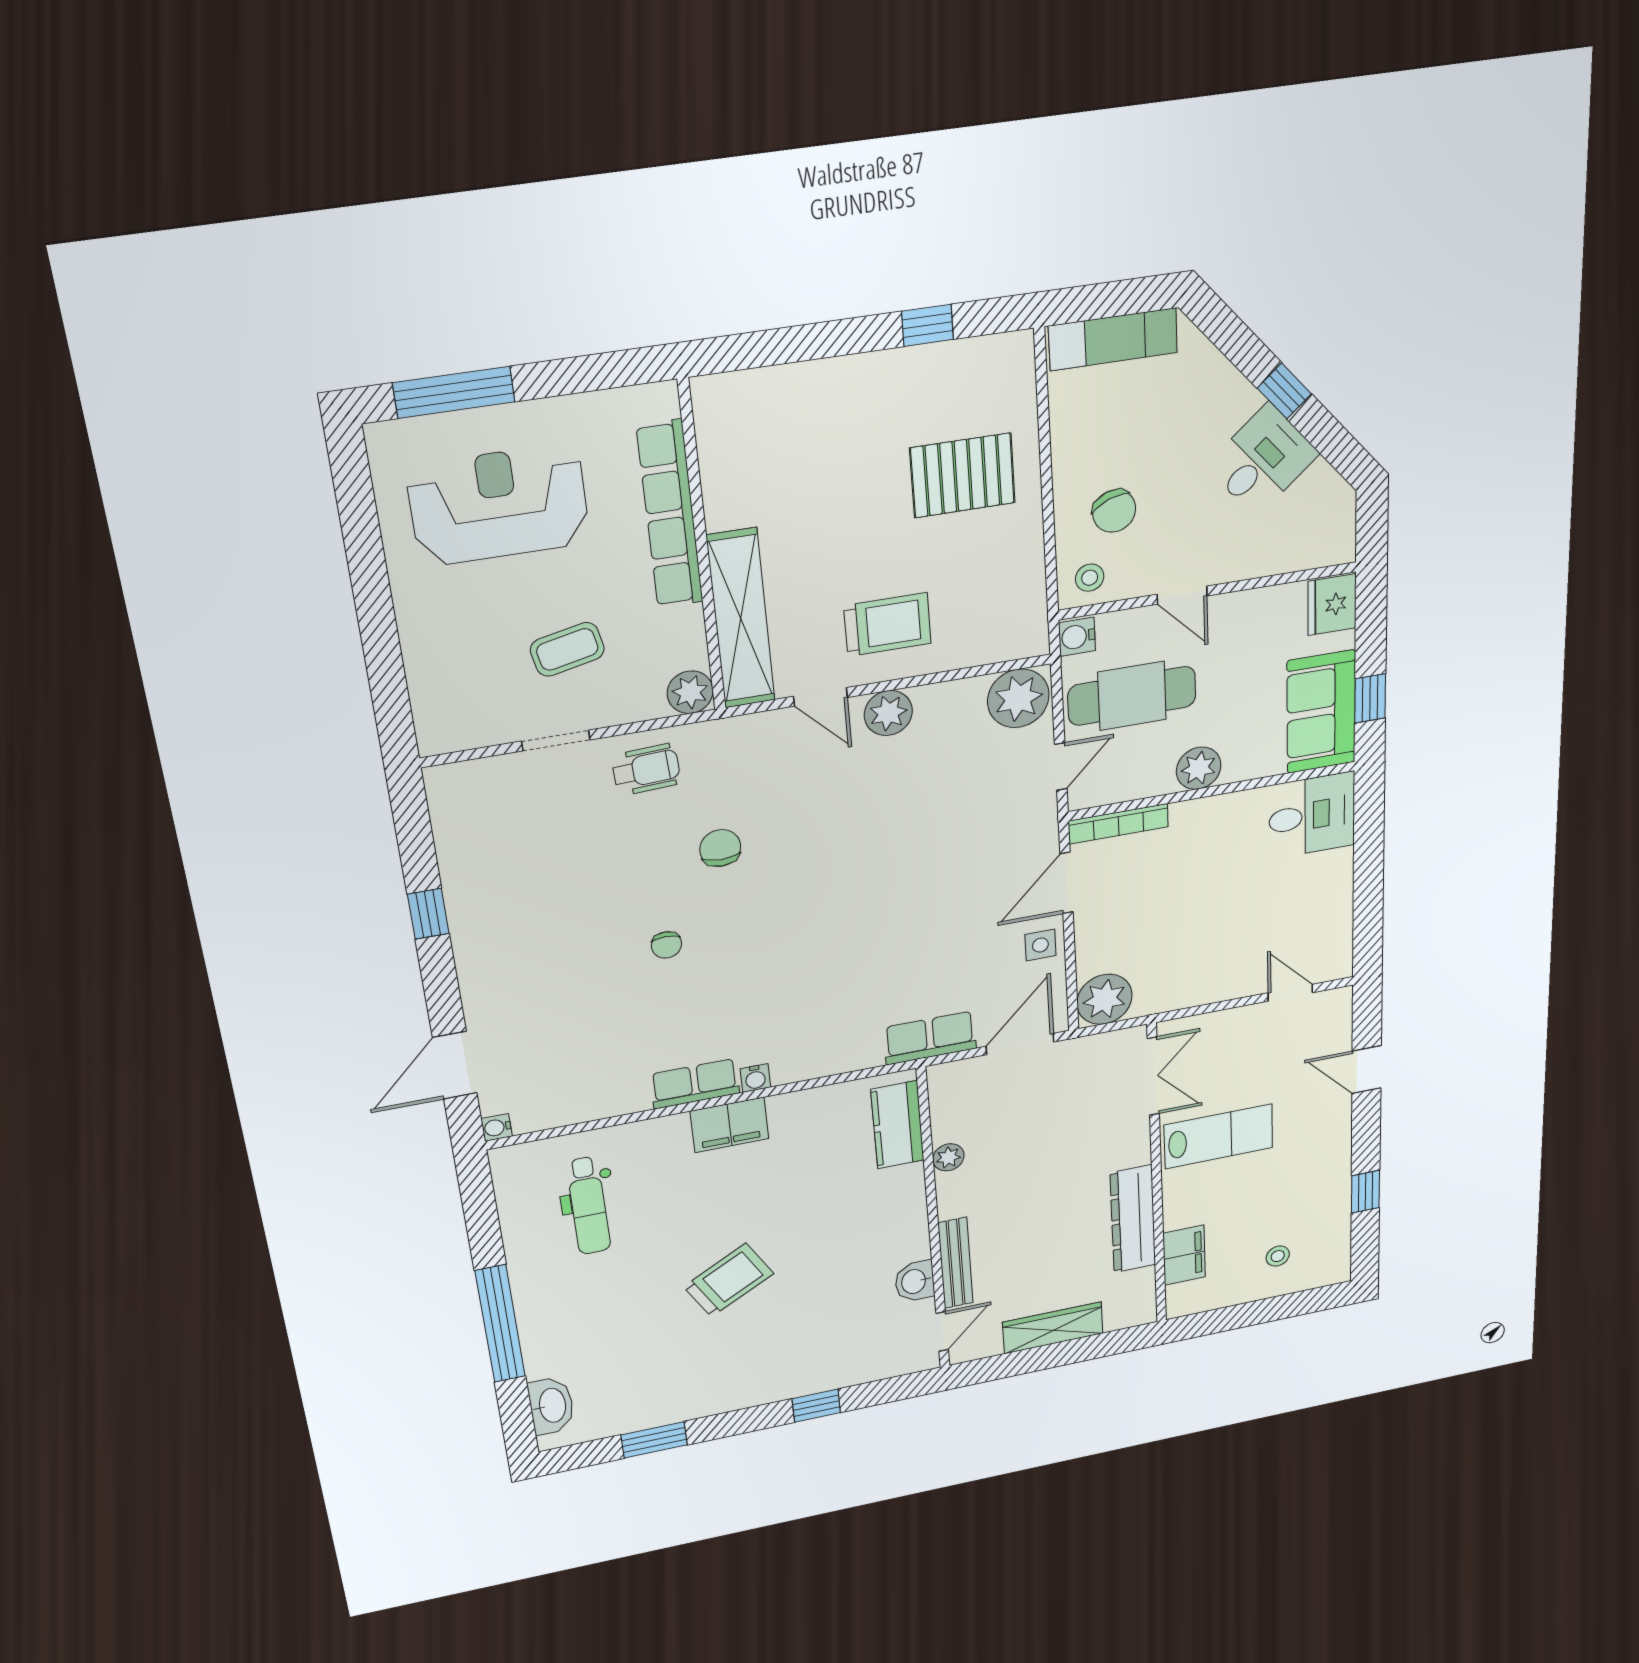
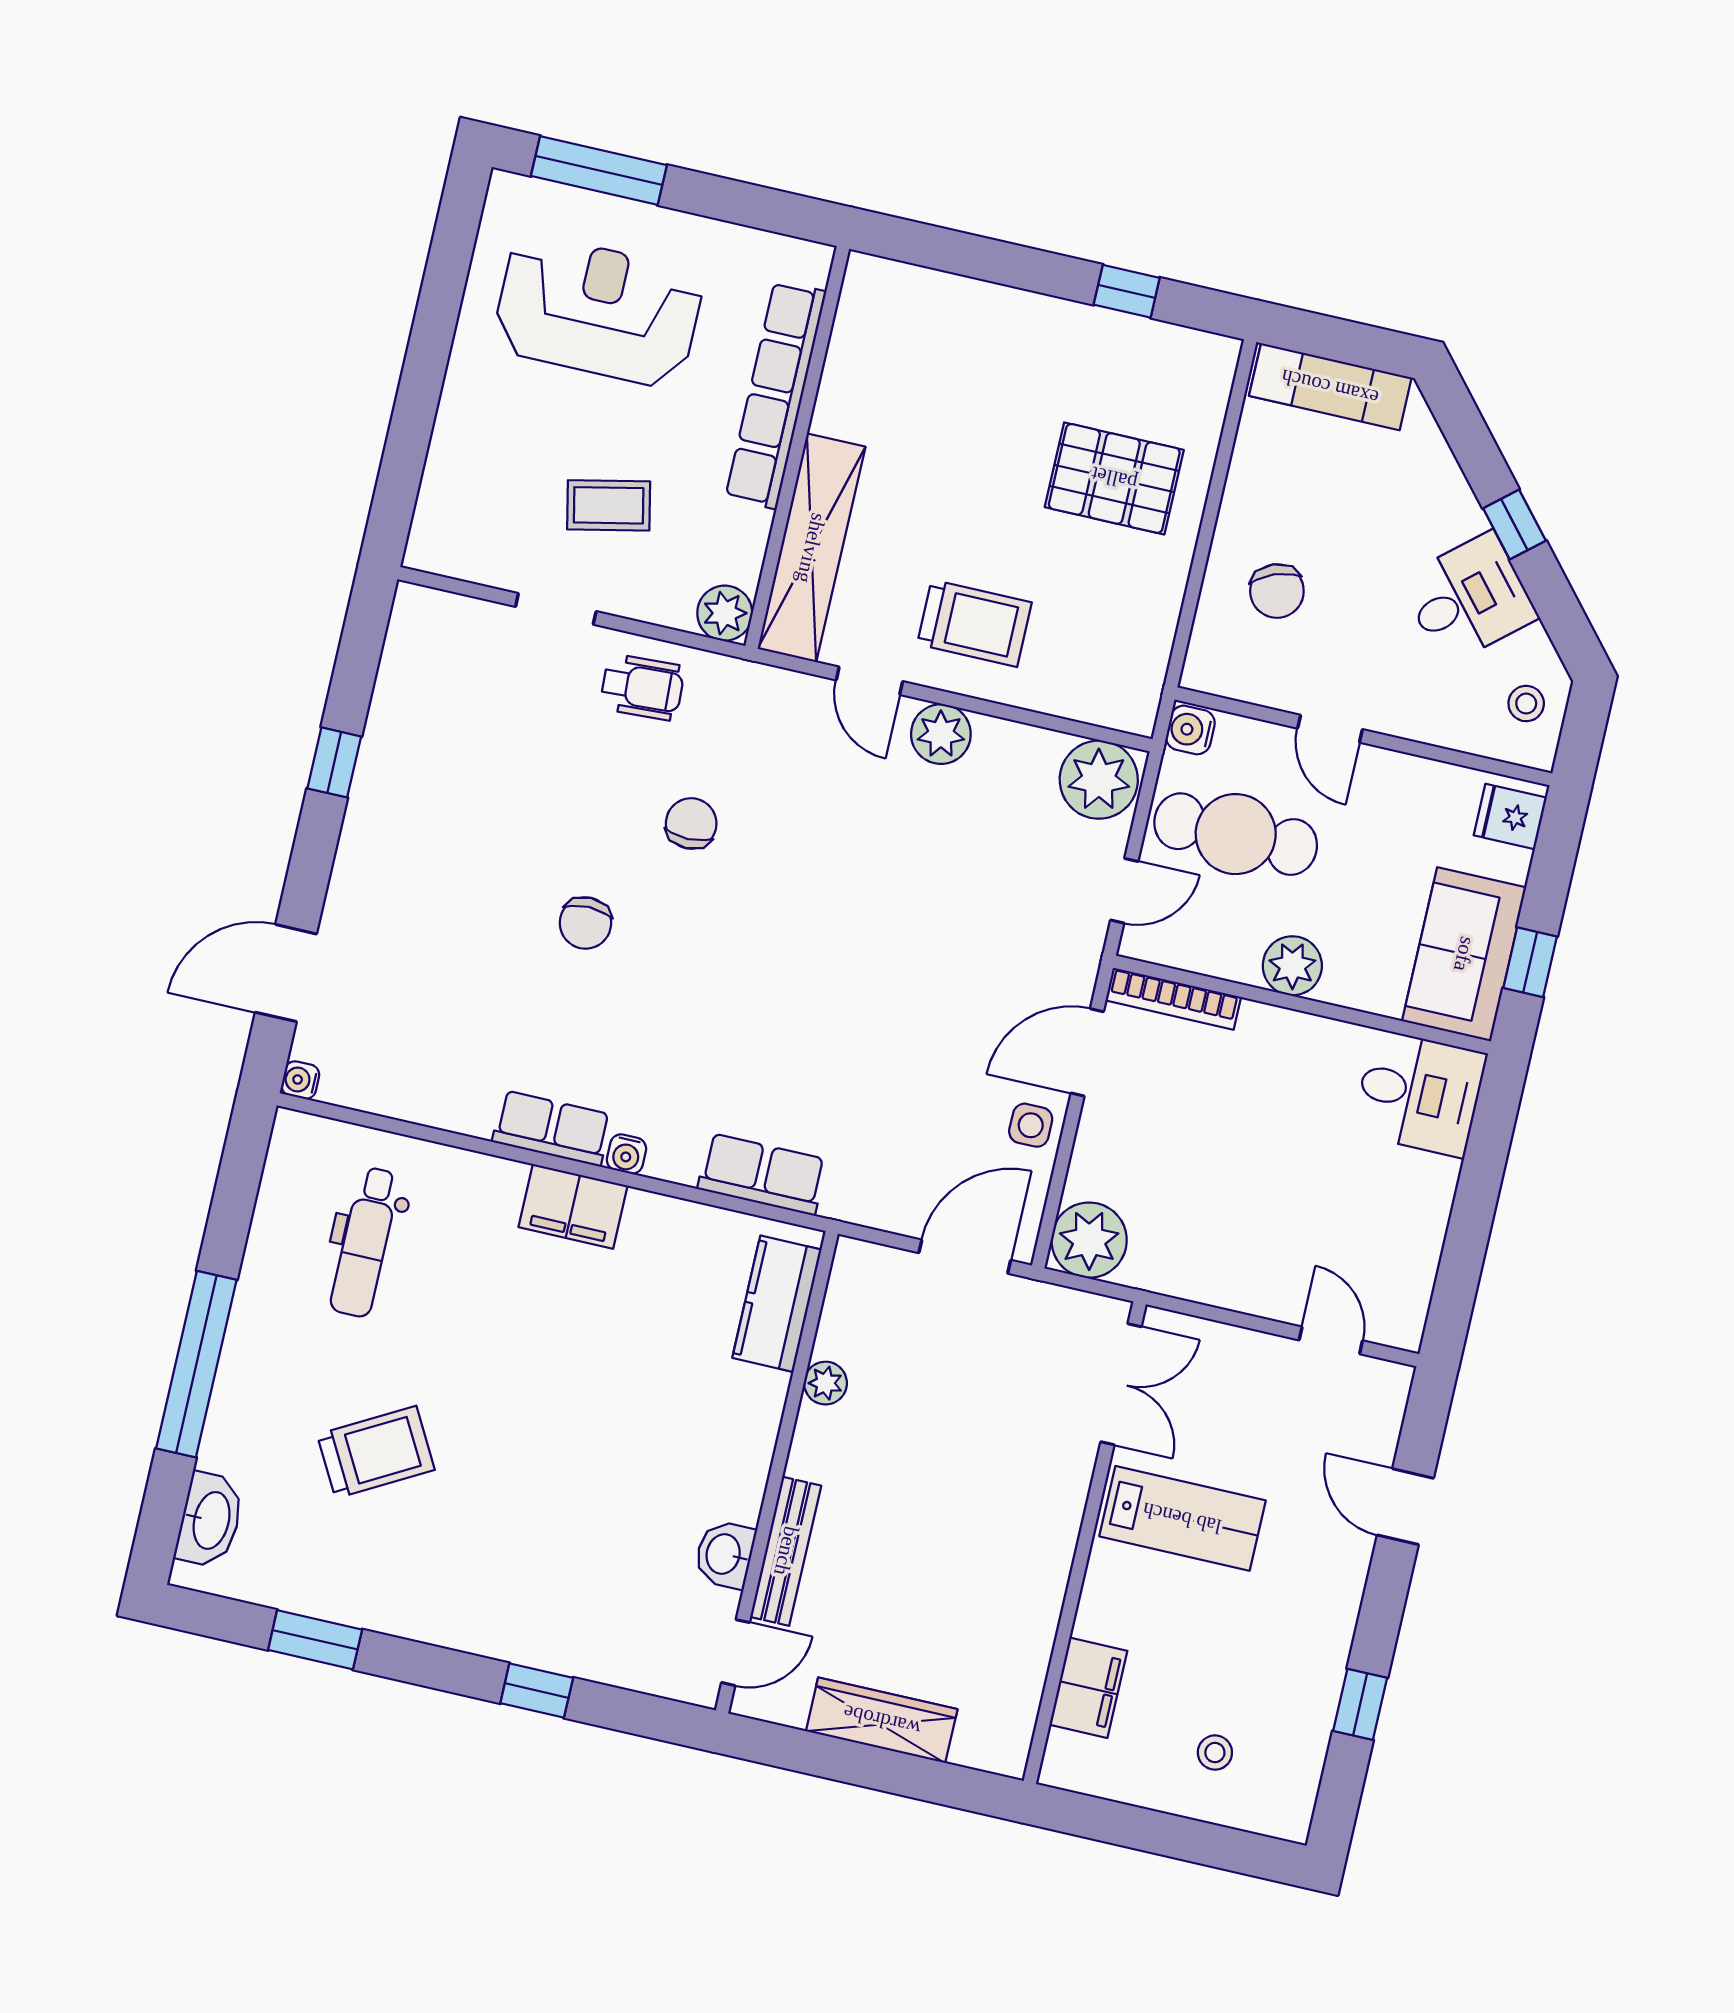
stool: (1090, 578) -> (1526, 704), moved
fridge: (1332, 605) -> (1510, 817), width x0.72
chair: (666, 945) -> (585, 923), width x1.37, depth x1.37
row of seats: (930, 1038) -> (762, 1174), moved
dresser: (1133, 1219) -> (1036, 1595), removed
trolley: (729, 1280) -> (376, 1452), moved

